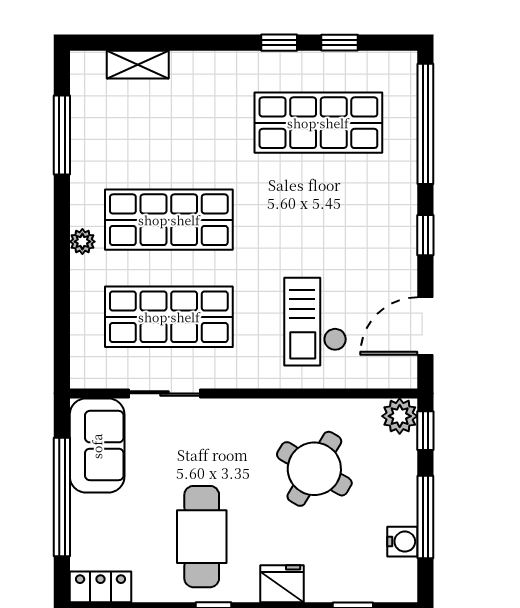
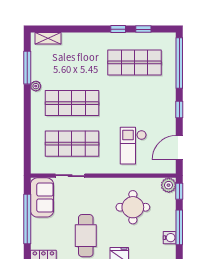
shelving: (138, 65) -> (48, 38), moved
plant: (82, 242) -> (36, 86), moved
round table: (314, 469) -> (133, 207), turned -31

